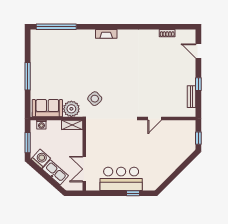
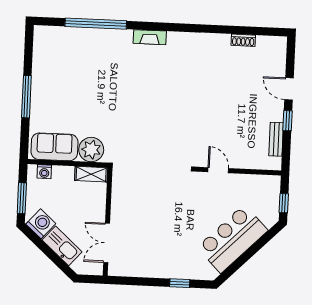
window: (56, 27) -> (96, 24), moved
door: (198, 51) -> (289, 89), moved
side table: (95, 99) -> (128, 136), removed
door: (155, 118) -> (218, 170), swing flipped
bar counter: (121, 179) -> (232, 239), moved, turned -45

